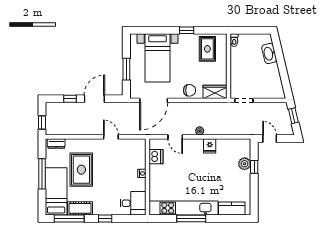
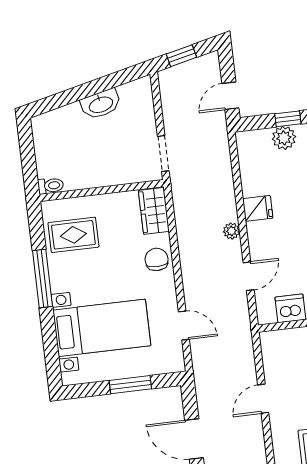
window: (187, 30) -> (43, 279), width x2.17
washbasin: (269, 53) -> (101, 104), moved
door: (154, 100) -> (184, 325), width x0.53

